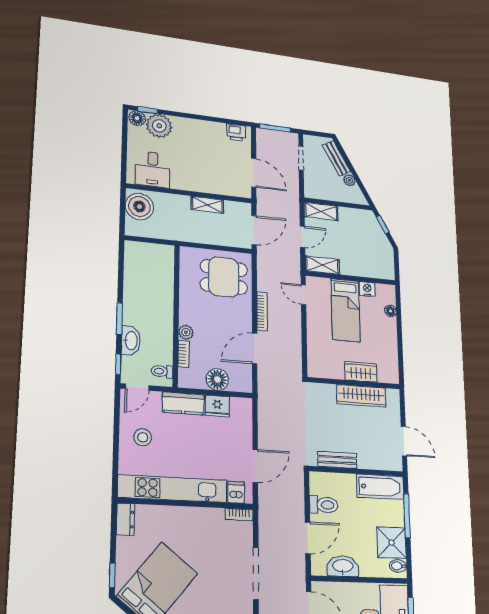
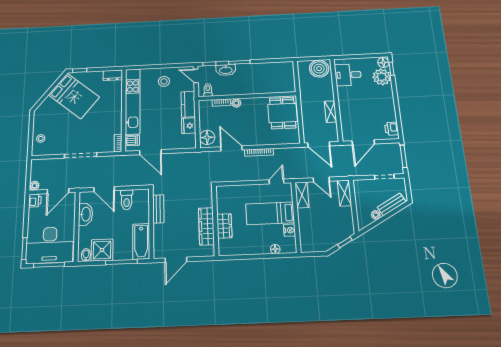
dining table: (224, 277) -> (283, 113), moved
floor lamp: (217, 379) -> (207, 137), moved

